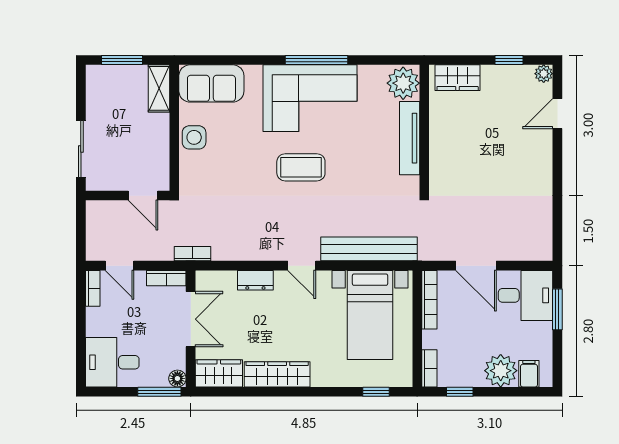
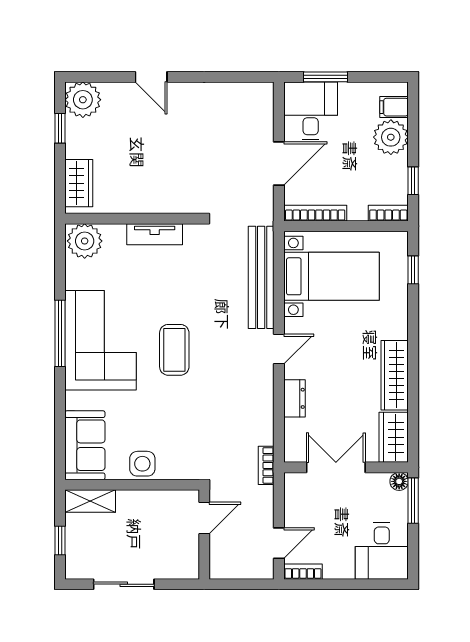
window: (122, 60) -> (60, 541), width x0.67
plant: (544, 74) -> (83, 100), width x1.88, depth x1.88
door: (557, 114) -> (151, 77), moved
tv unit: (410, 138) -> (155, 234), width x0.71
sliding door: (81, 149) -> (124, 584), moved
bookcase: (166, 278) -> (292, 493), removed

